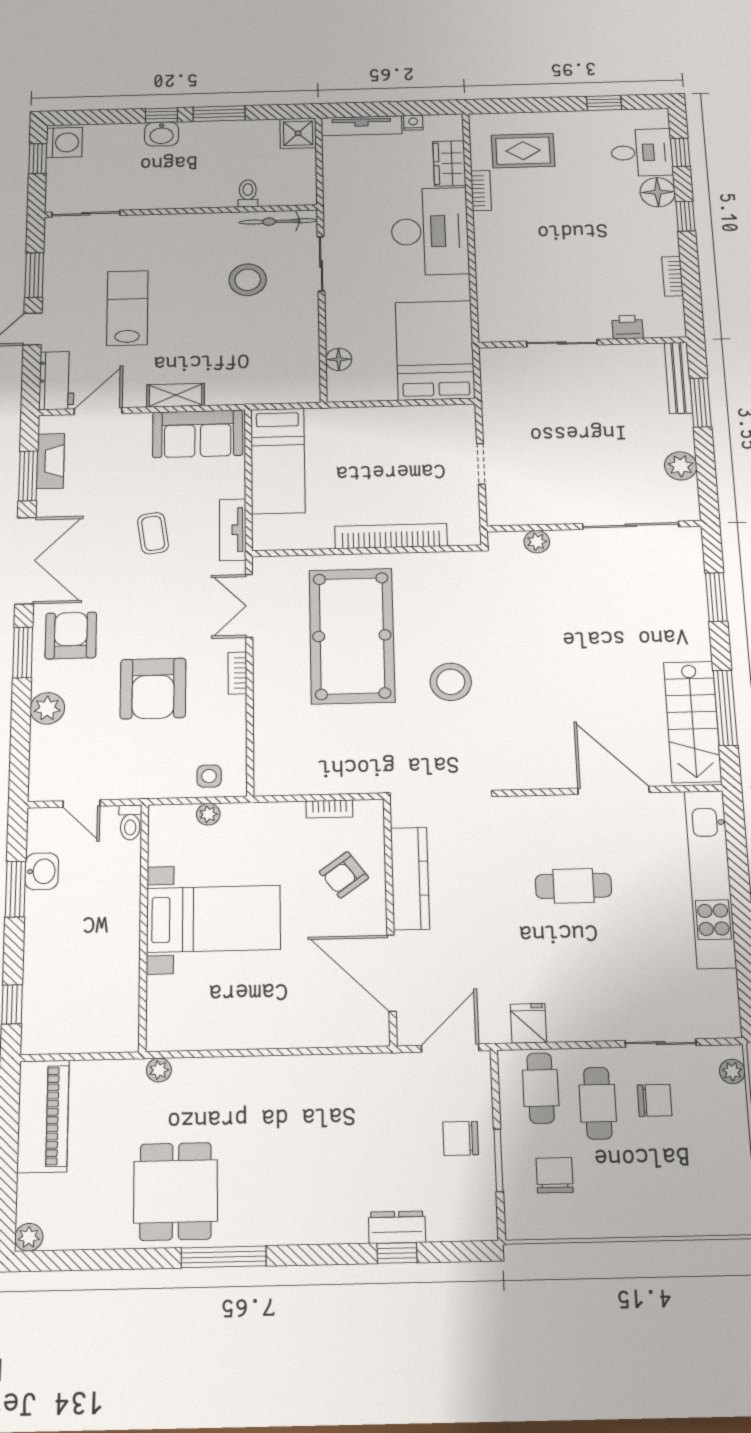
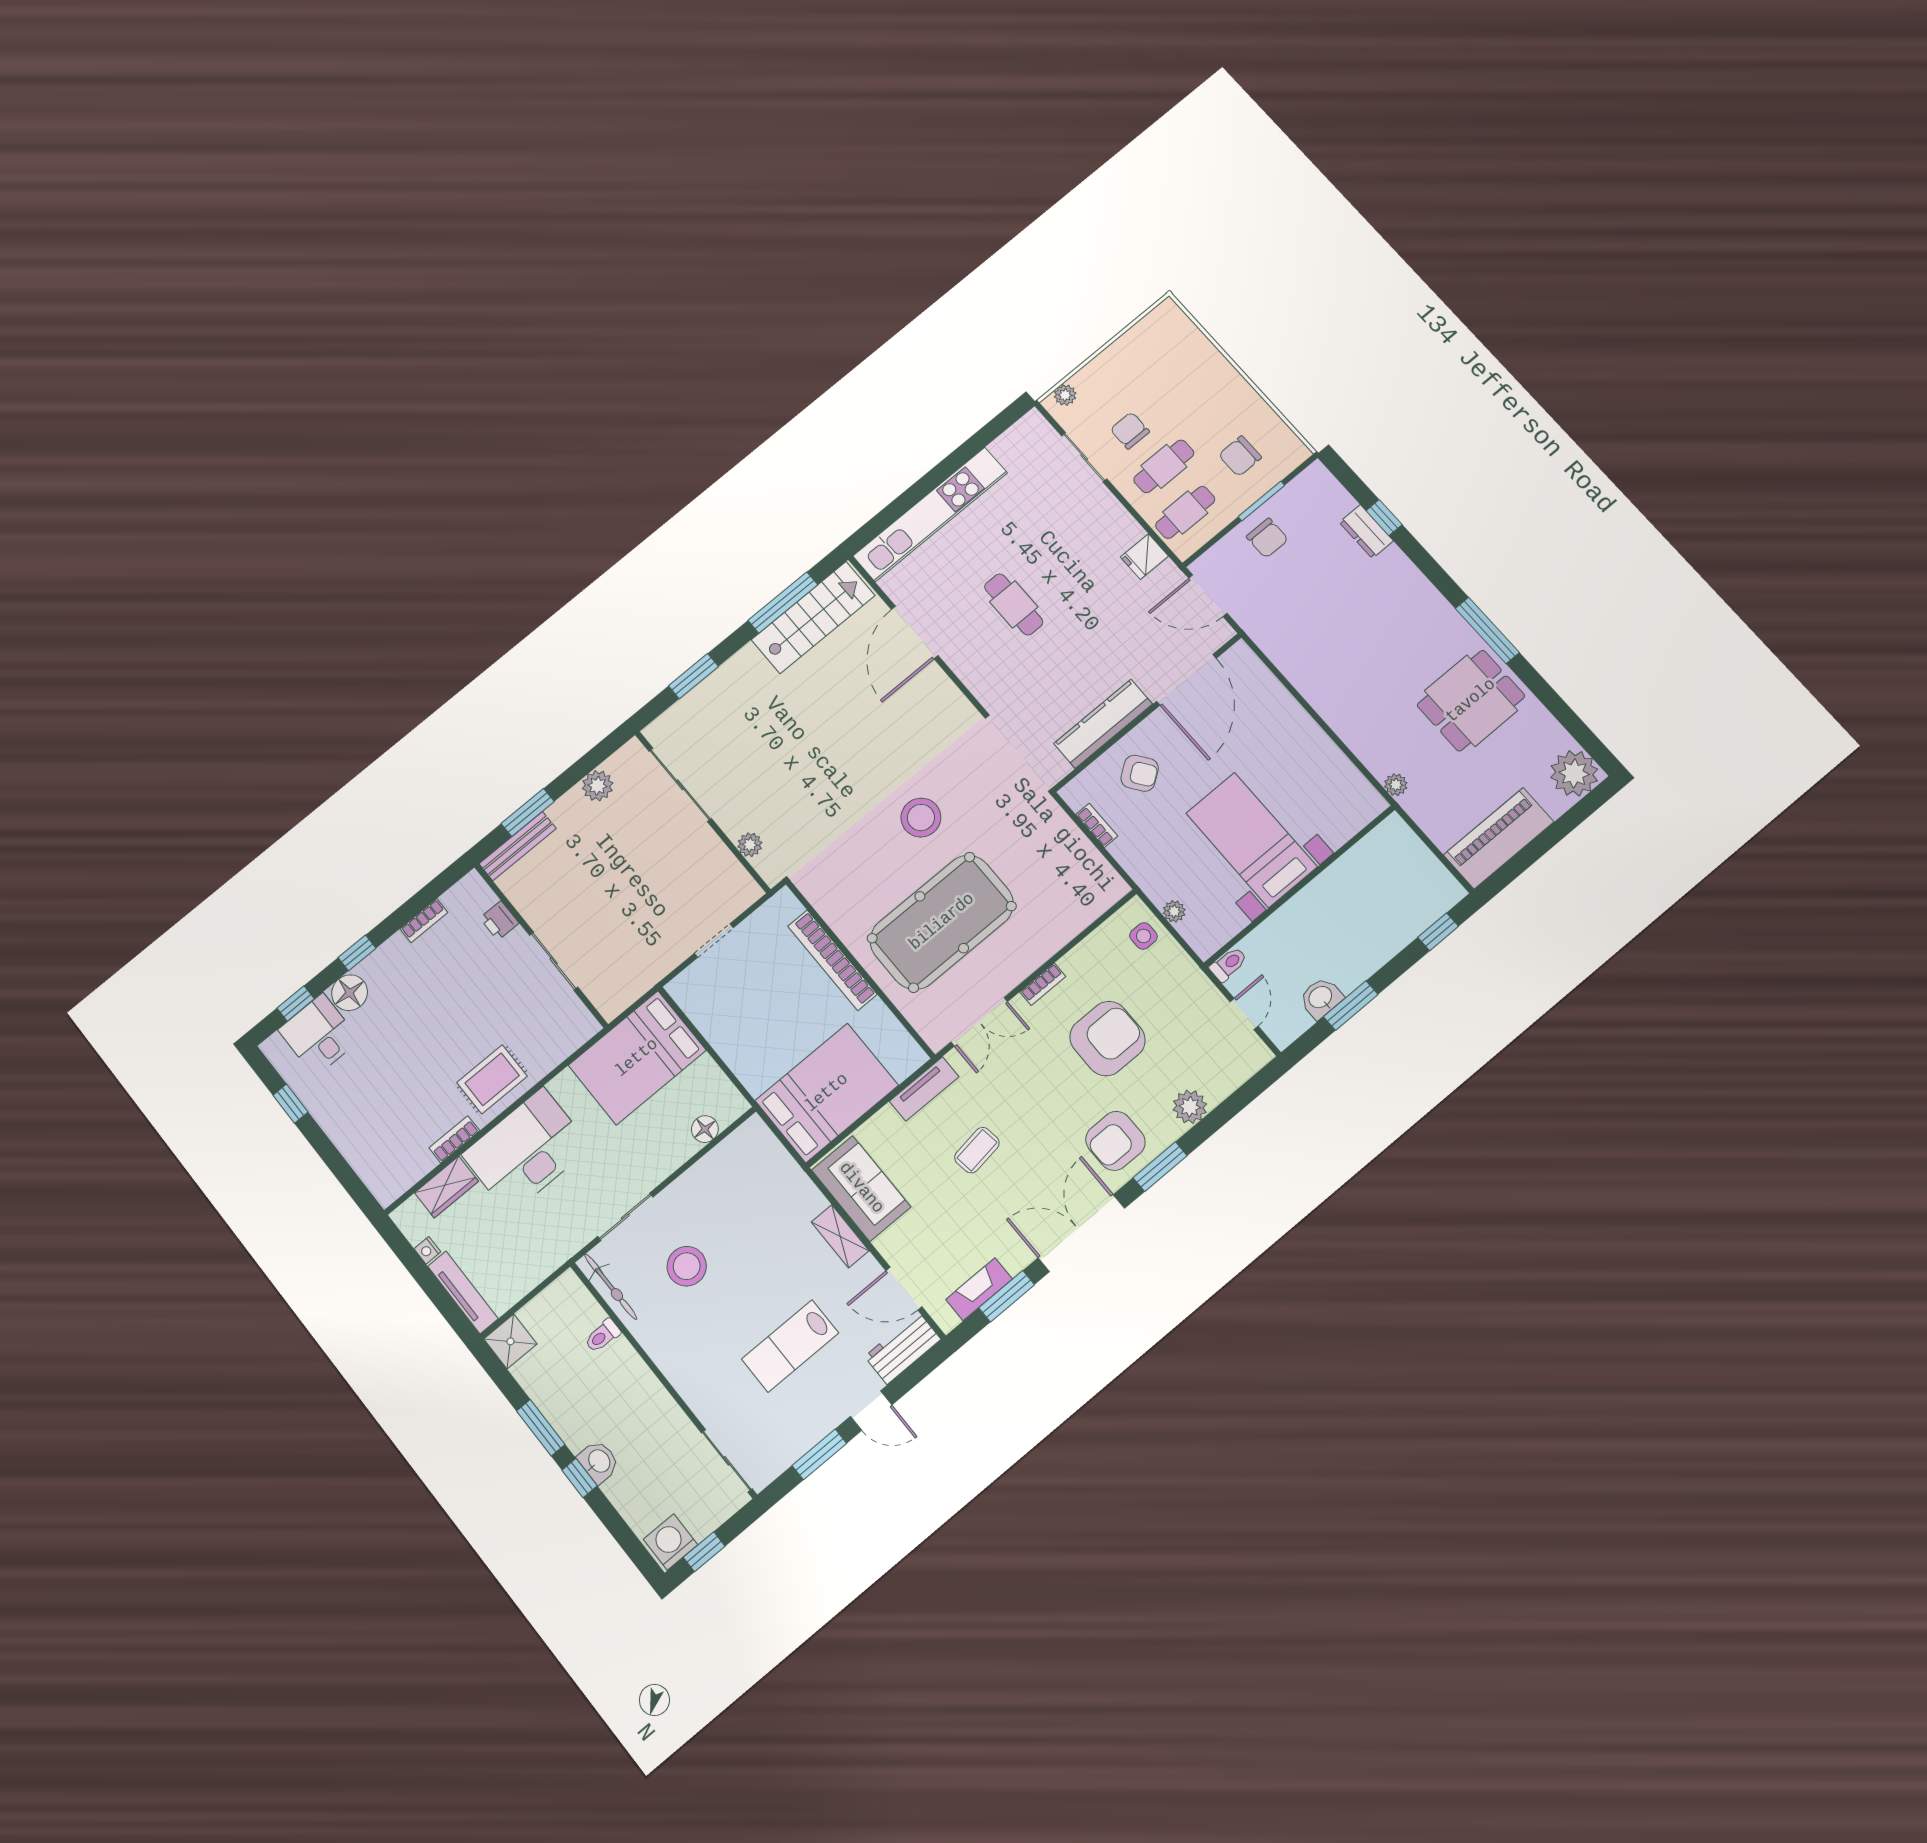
rug: (523, 151) -> (492, 1079), moved, turned 90
bed: (278, 461) -> (827, 1093), width x1.50
plant: (29, 1237) -> (1574, 773), width x1.88, depth x1.88

